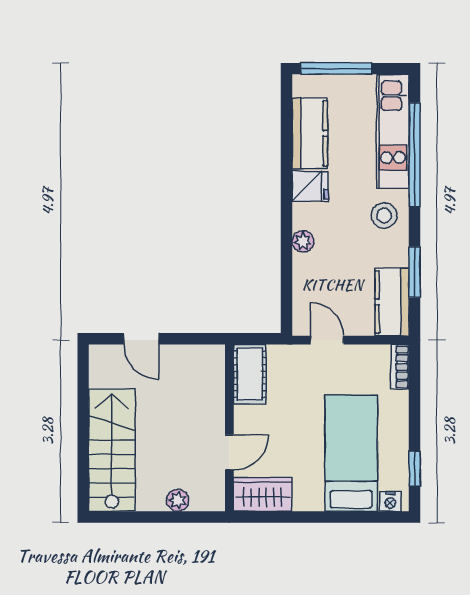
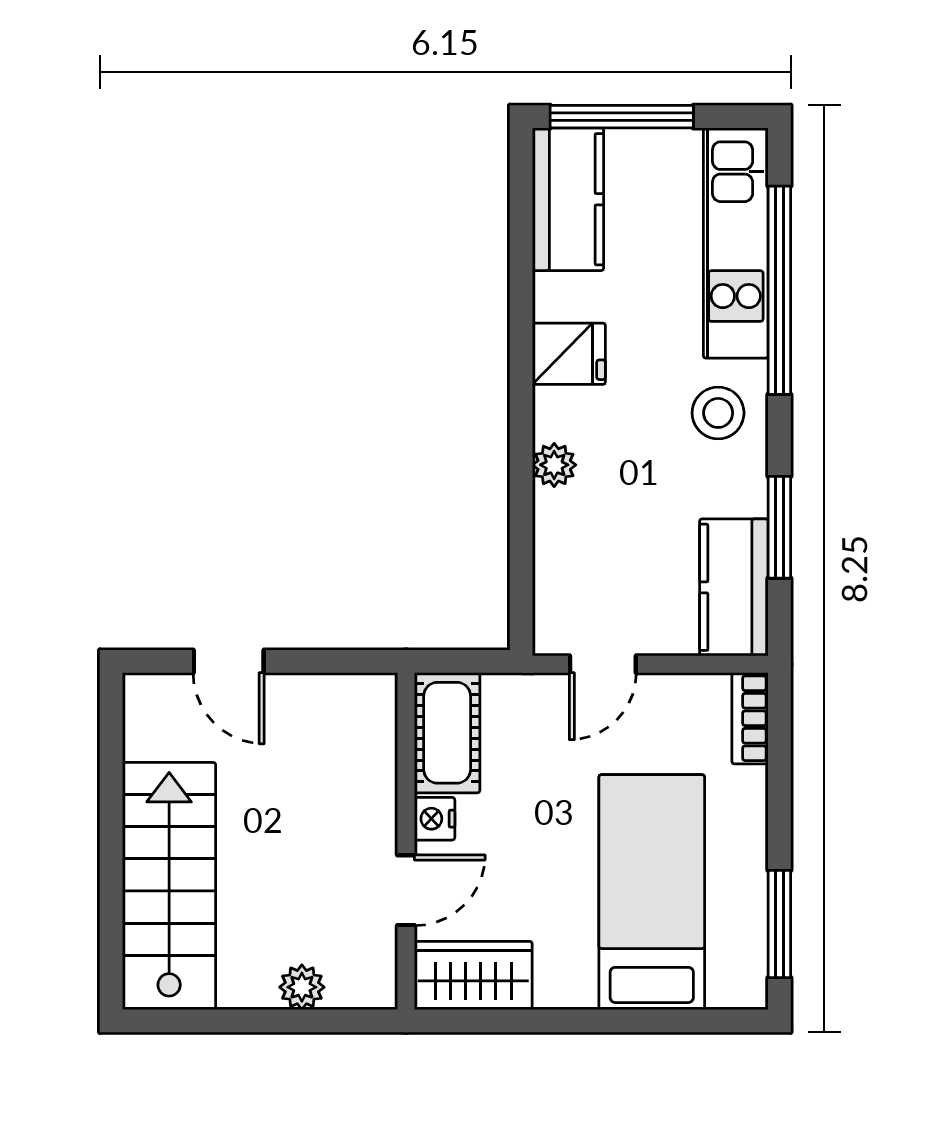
kitchen counter: (310, 133) -> (568, 199), moved
door: (327, 340) -> (603, 664), swing flipped
window: (415, 469) -> (779, 924), width x1.50
nightstand: (390, 501) -> (435, 819), moved, turned 90

